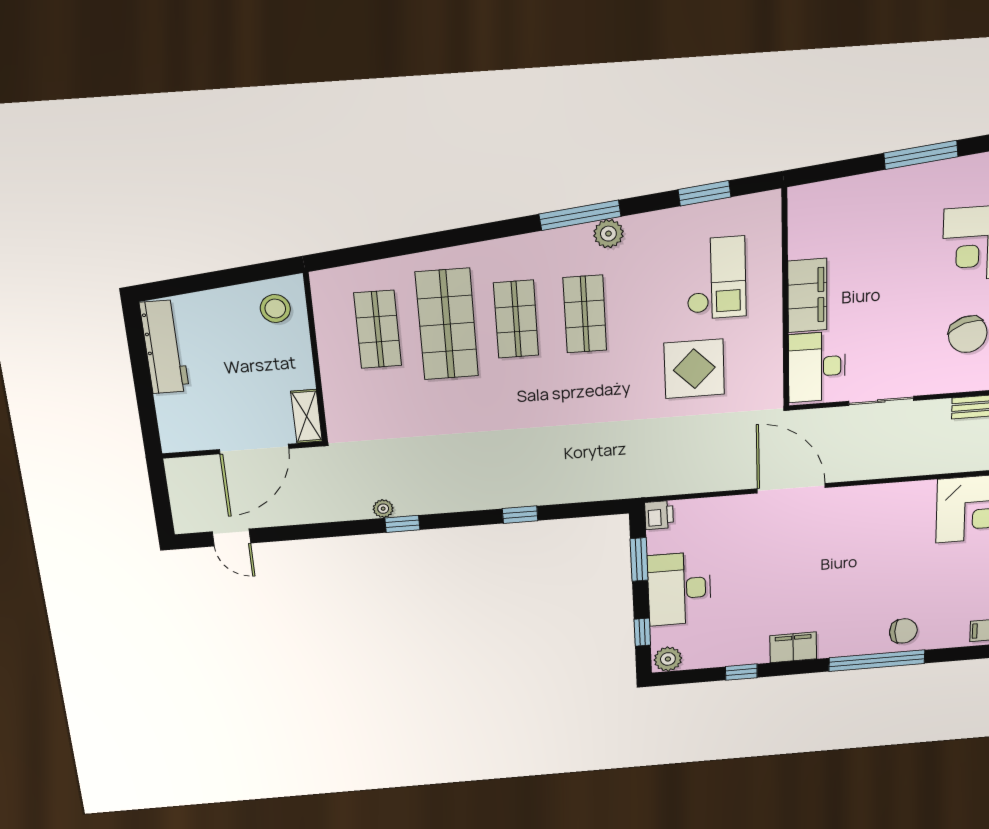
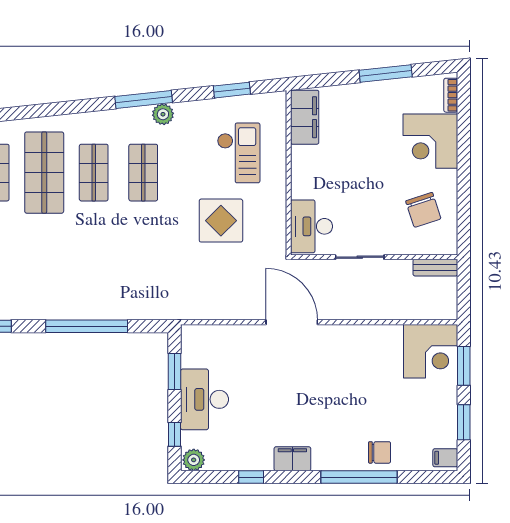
filing cabinet: (807, 296) -> (305, 117), moved
window: (520, 515) -> (87, 326), width x3.17
printer: (659, 515) -> (191, 336), removed

